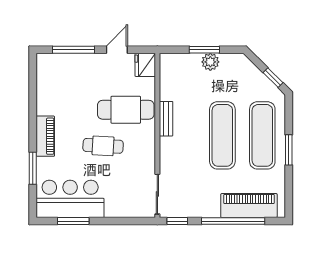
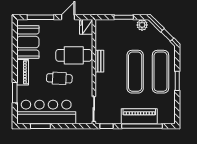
plant: (210, 62) -> (142, 25), moved
booth: (54, 89) -> (28, 42), added
bar counter: (70, 199) -> (46, 112), width x1.36
piano: (249, 206) -> (139, 116), moved

